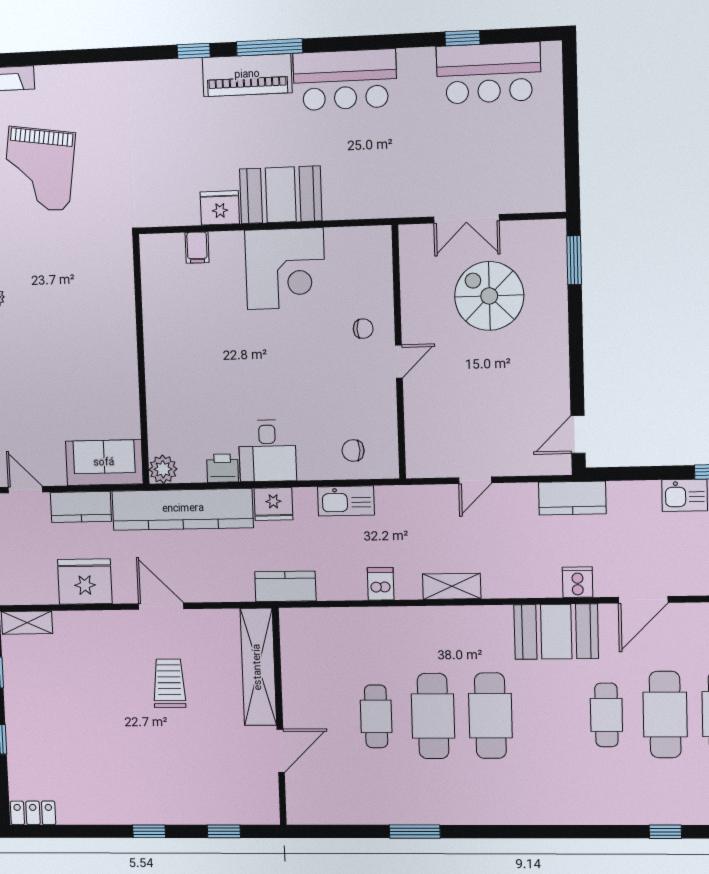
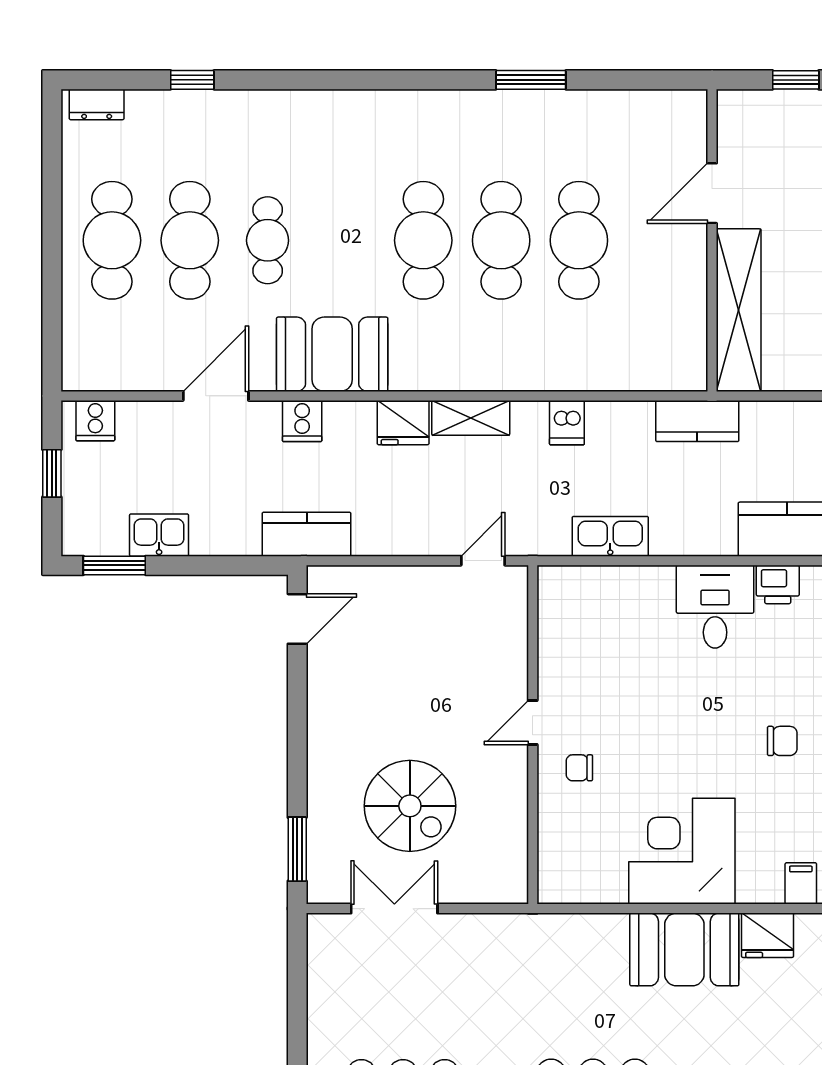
double door: (466, 219) -> (394, 909), moved
chair: (353, 451) -> (782, 741), moved
door: (475, 480) -> (483, 561), moved
fridge: (273, 504) -> (403, 423), moved, turned 180
cafe table: (376, 716) -> (579, 240), width x1.37, depth x1.35

